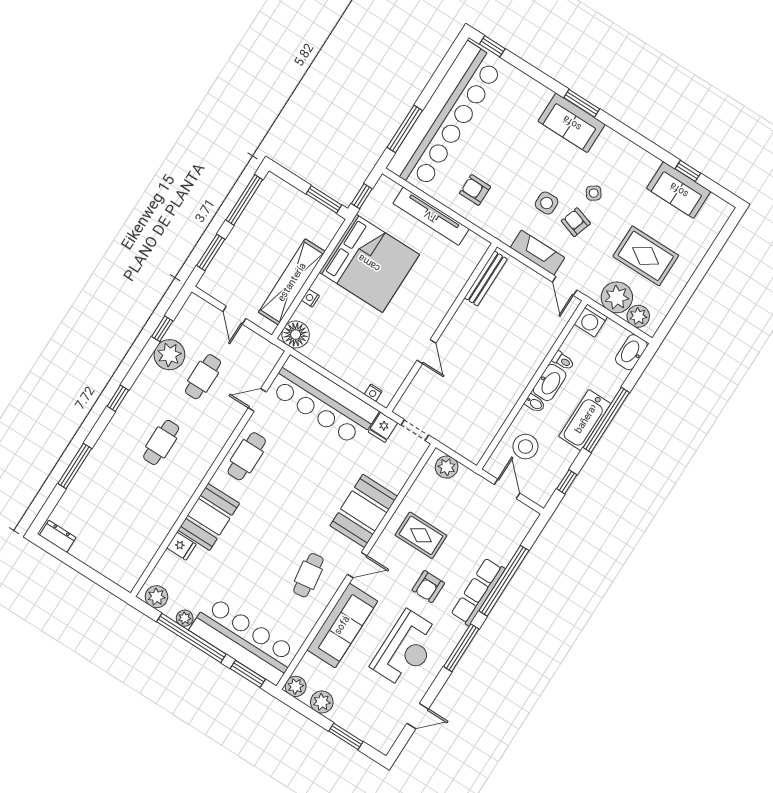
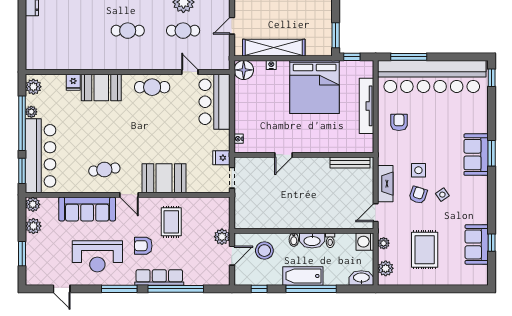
plant: (617, 297) -> (384, 243), width x0.53, depth x0.53
bar counter: (323, 401) -> (215, 102), width x0.73
plant: (447, 467) -> (222, 237), moved

